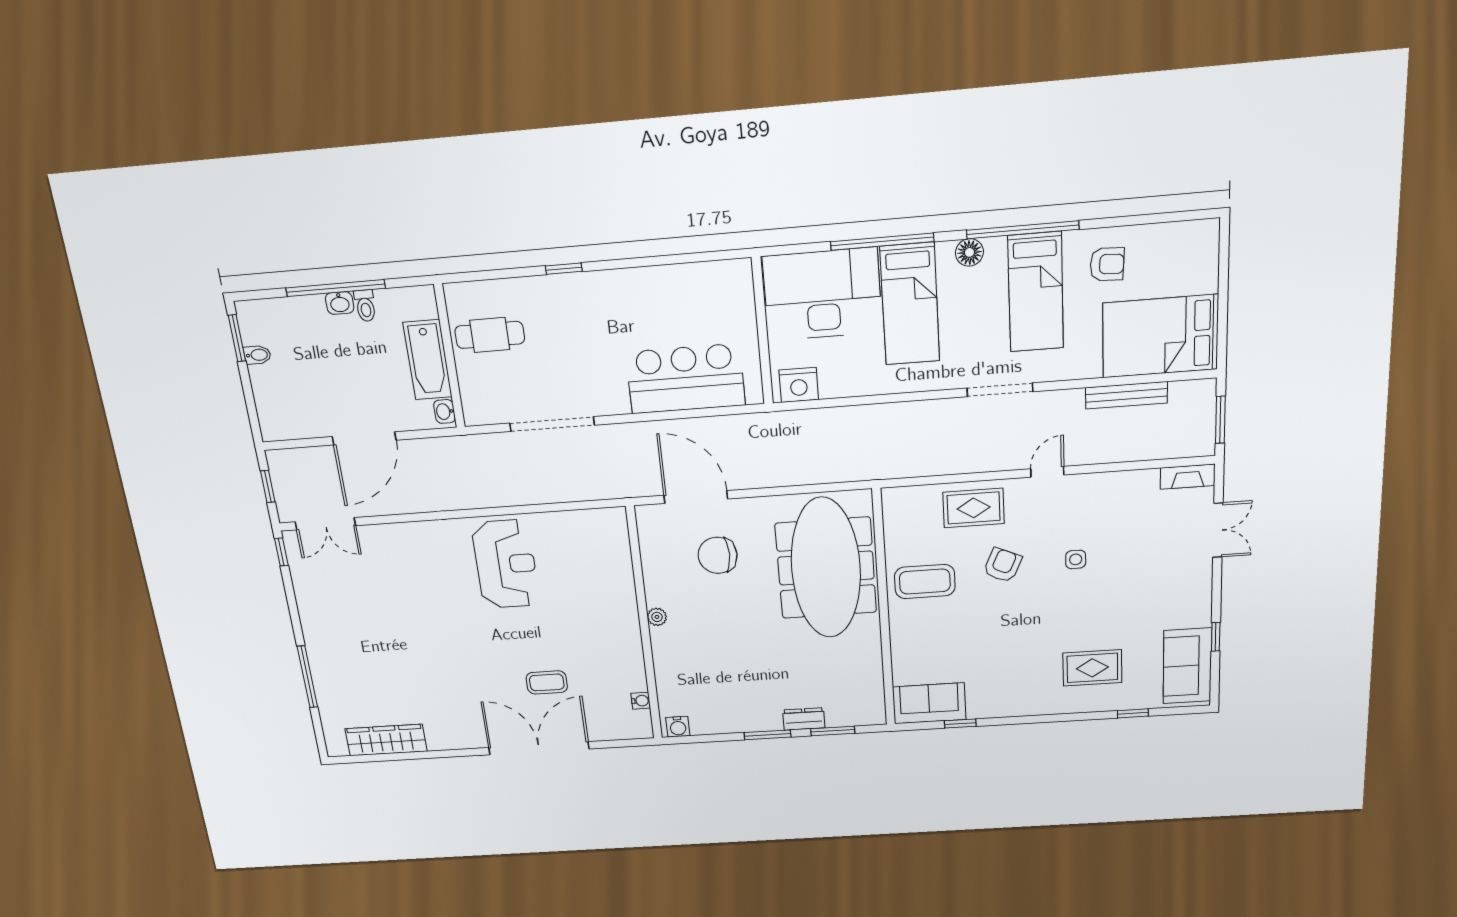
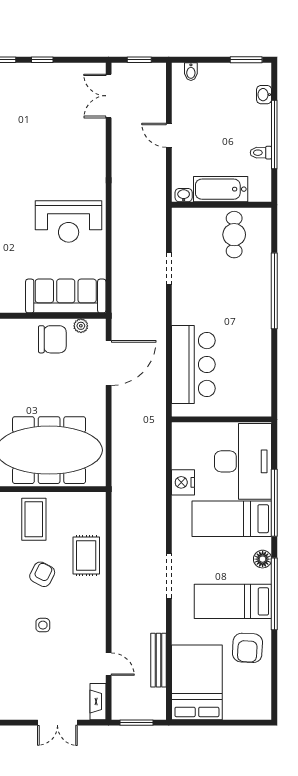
armchair: (1107, 264) -> (247, 648), width x1.38, depth x1.38
window: (564, 269) -> (274, 291), width x3.17
washbasin: (340, 303) -> (264, 95), moved
bidet: (257, 355) -> (191, 72), moved
nightstand: (799, 385) -> (183, 482), moved
doorway: (552, 424) -> (169, 269), width x0.53
door: (364, 438) -> (169, 135), width x0.53
door: (1047, 472) -> (109, 664), moved
window: (281, 552) -> (42, 60), moved
chair: (718, 555) -> (52, 339), moved, turned 90
sofa: (609, 561) -> (66, 296), added
armchair: (1003, 565) -> (42, 574), turned -87
plant: (657, 617) -> (81, 326), moved

